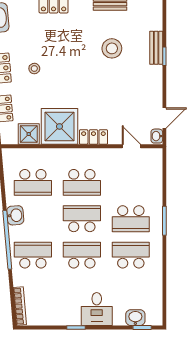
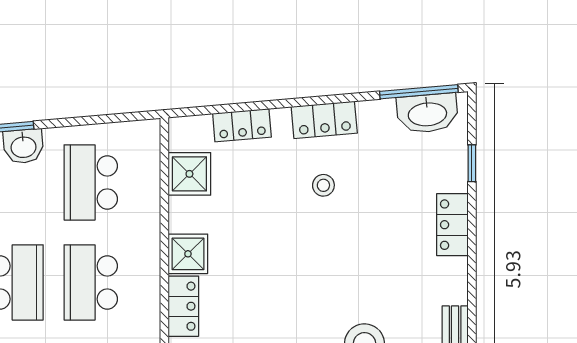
shower: (59, 126) -> (188, 254), width x0.54, depth x0.54

